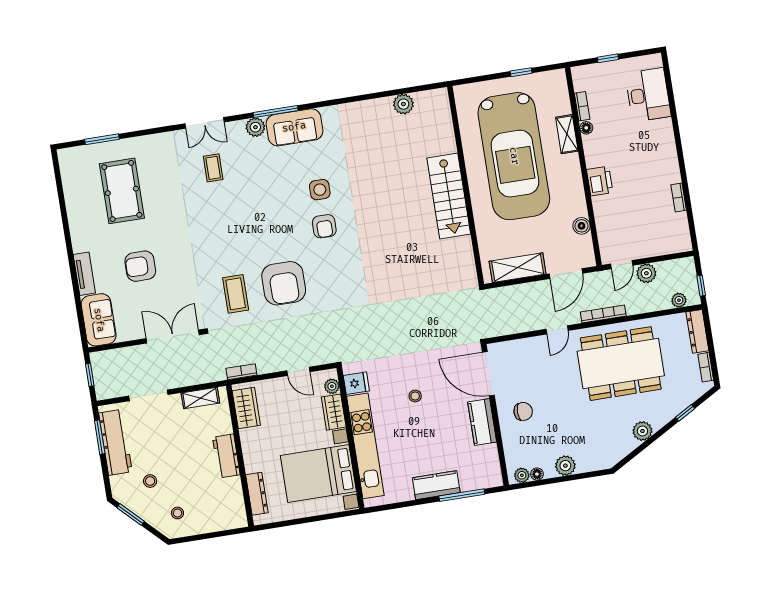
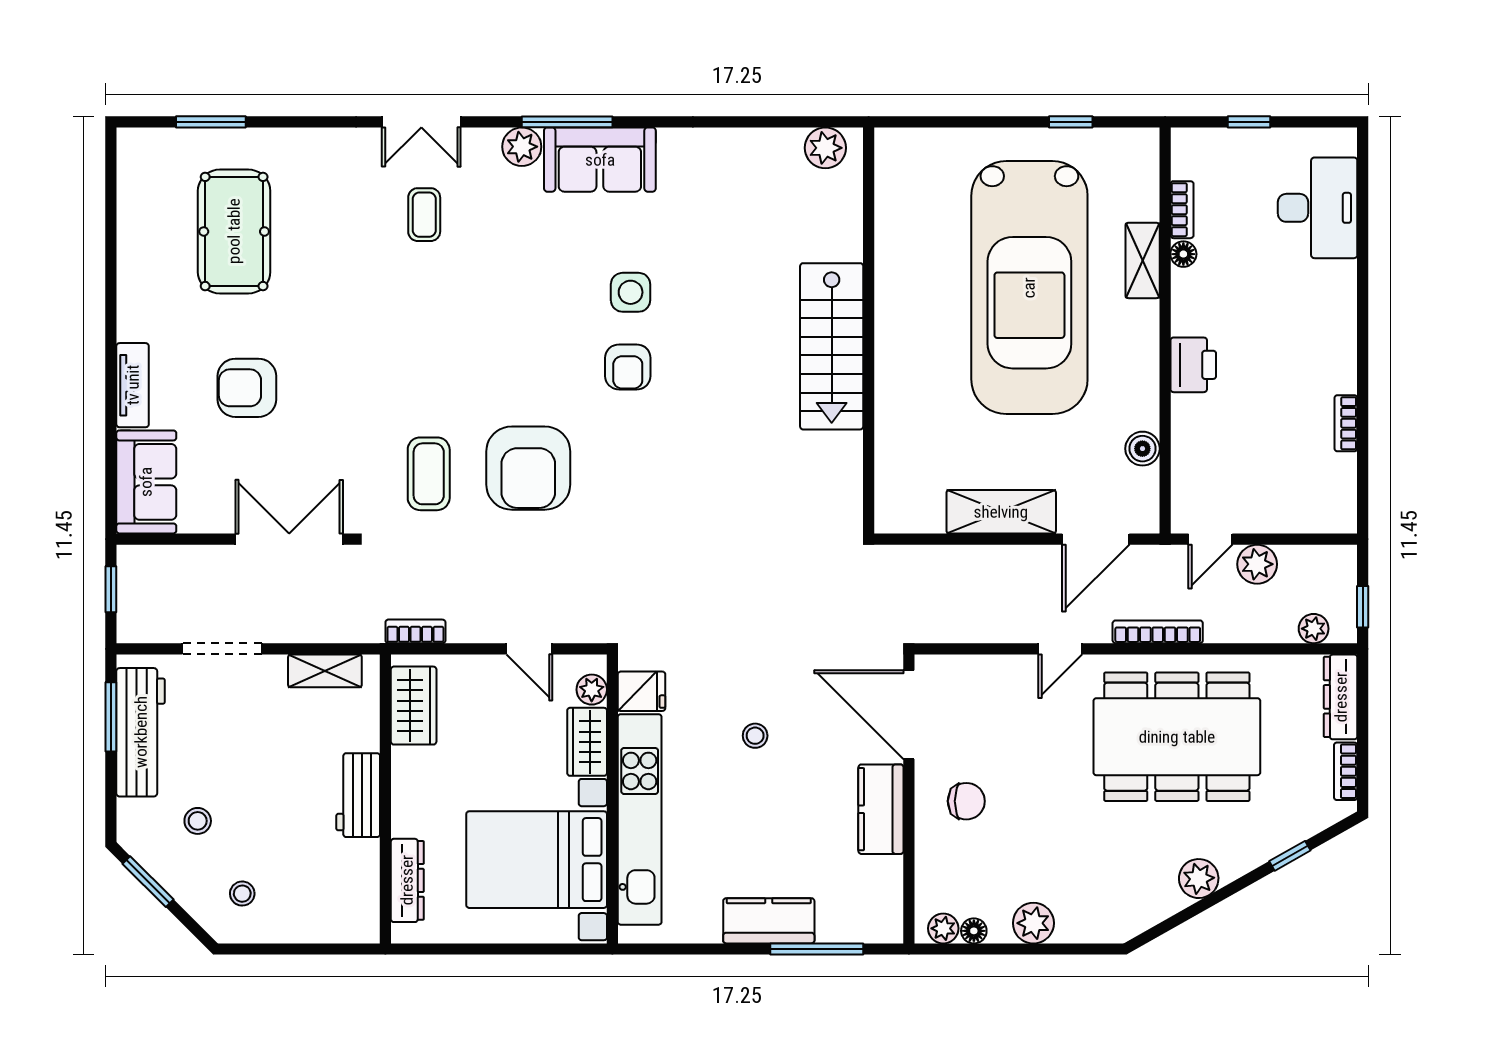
wall: (466, 185) -> (869, 330), moved
stairs: (449, 196) -> (832, 346), moved

